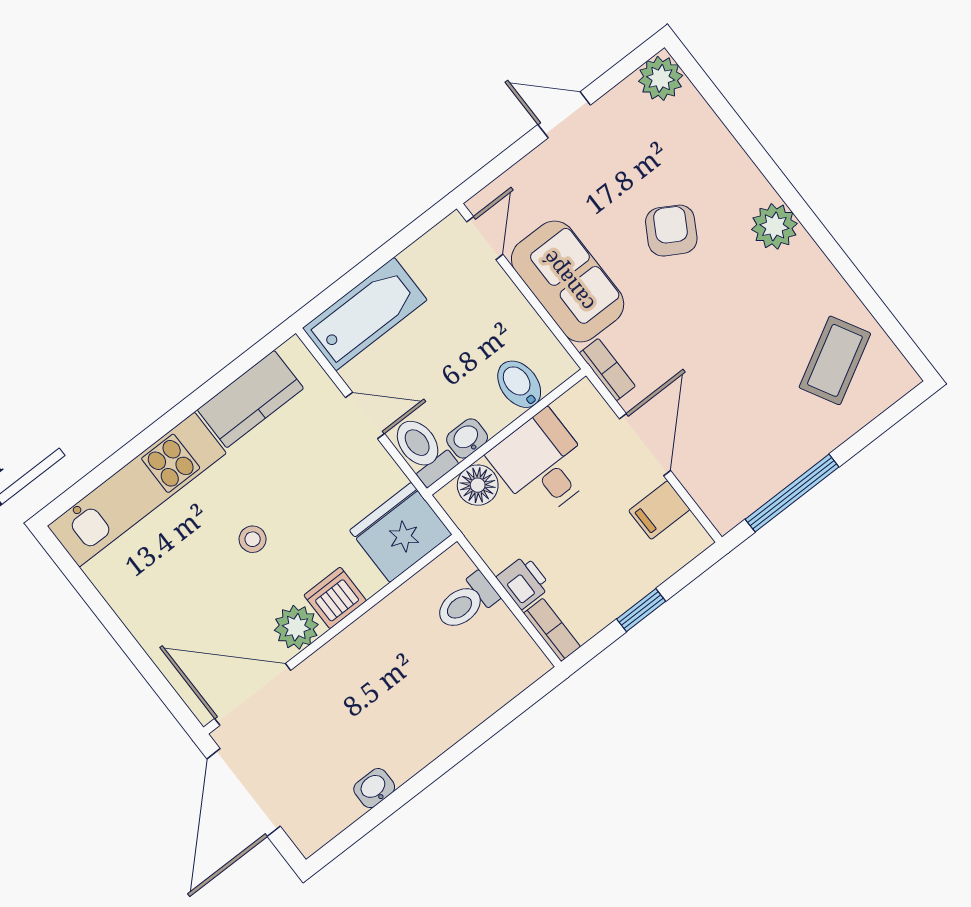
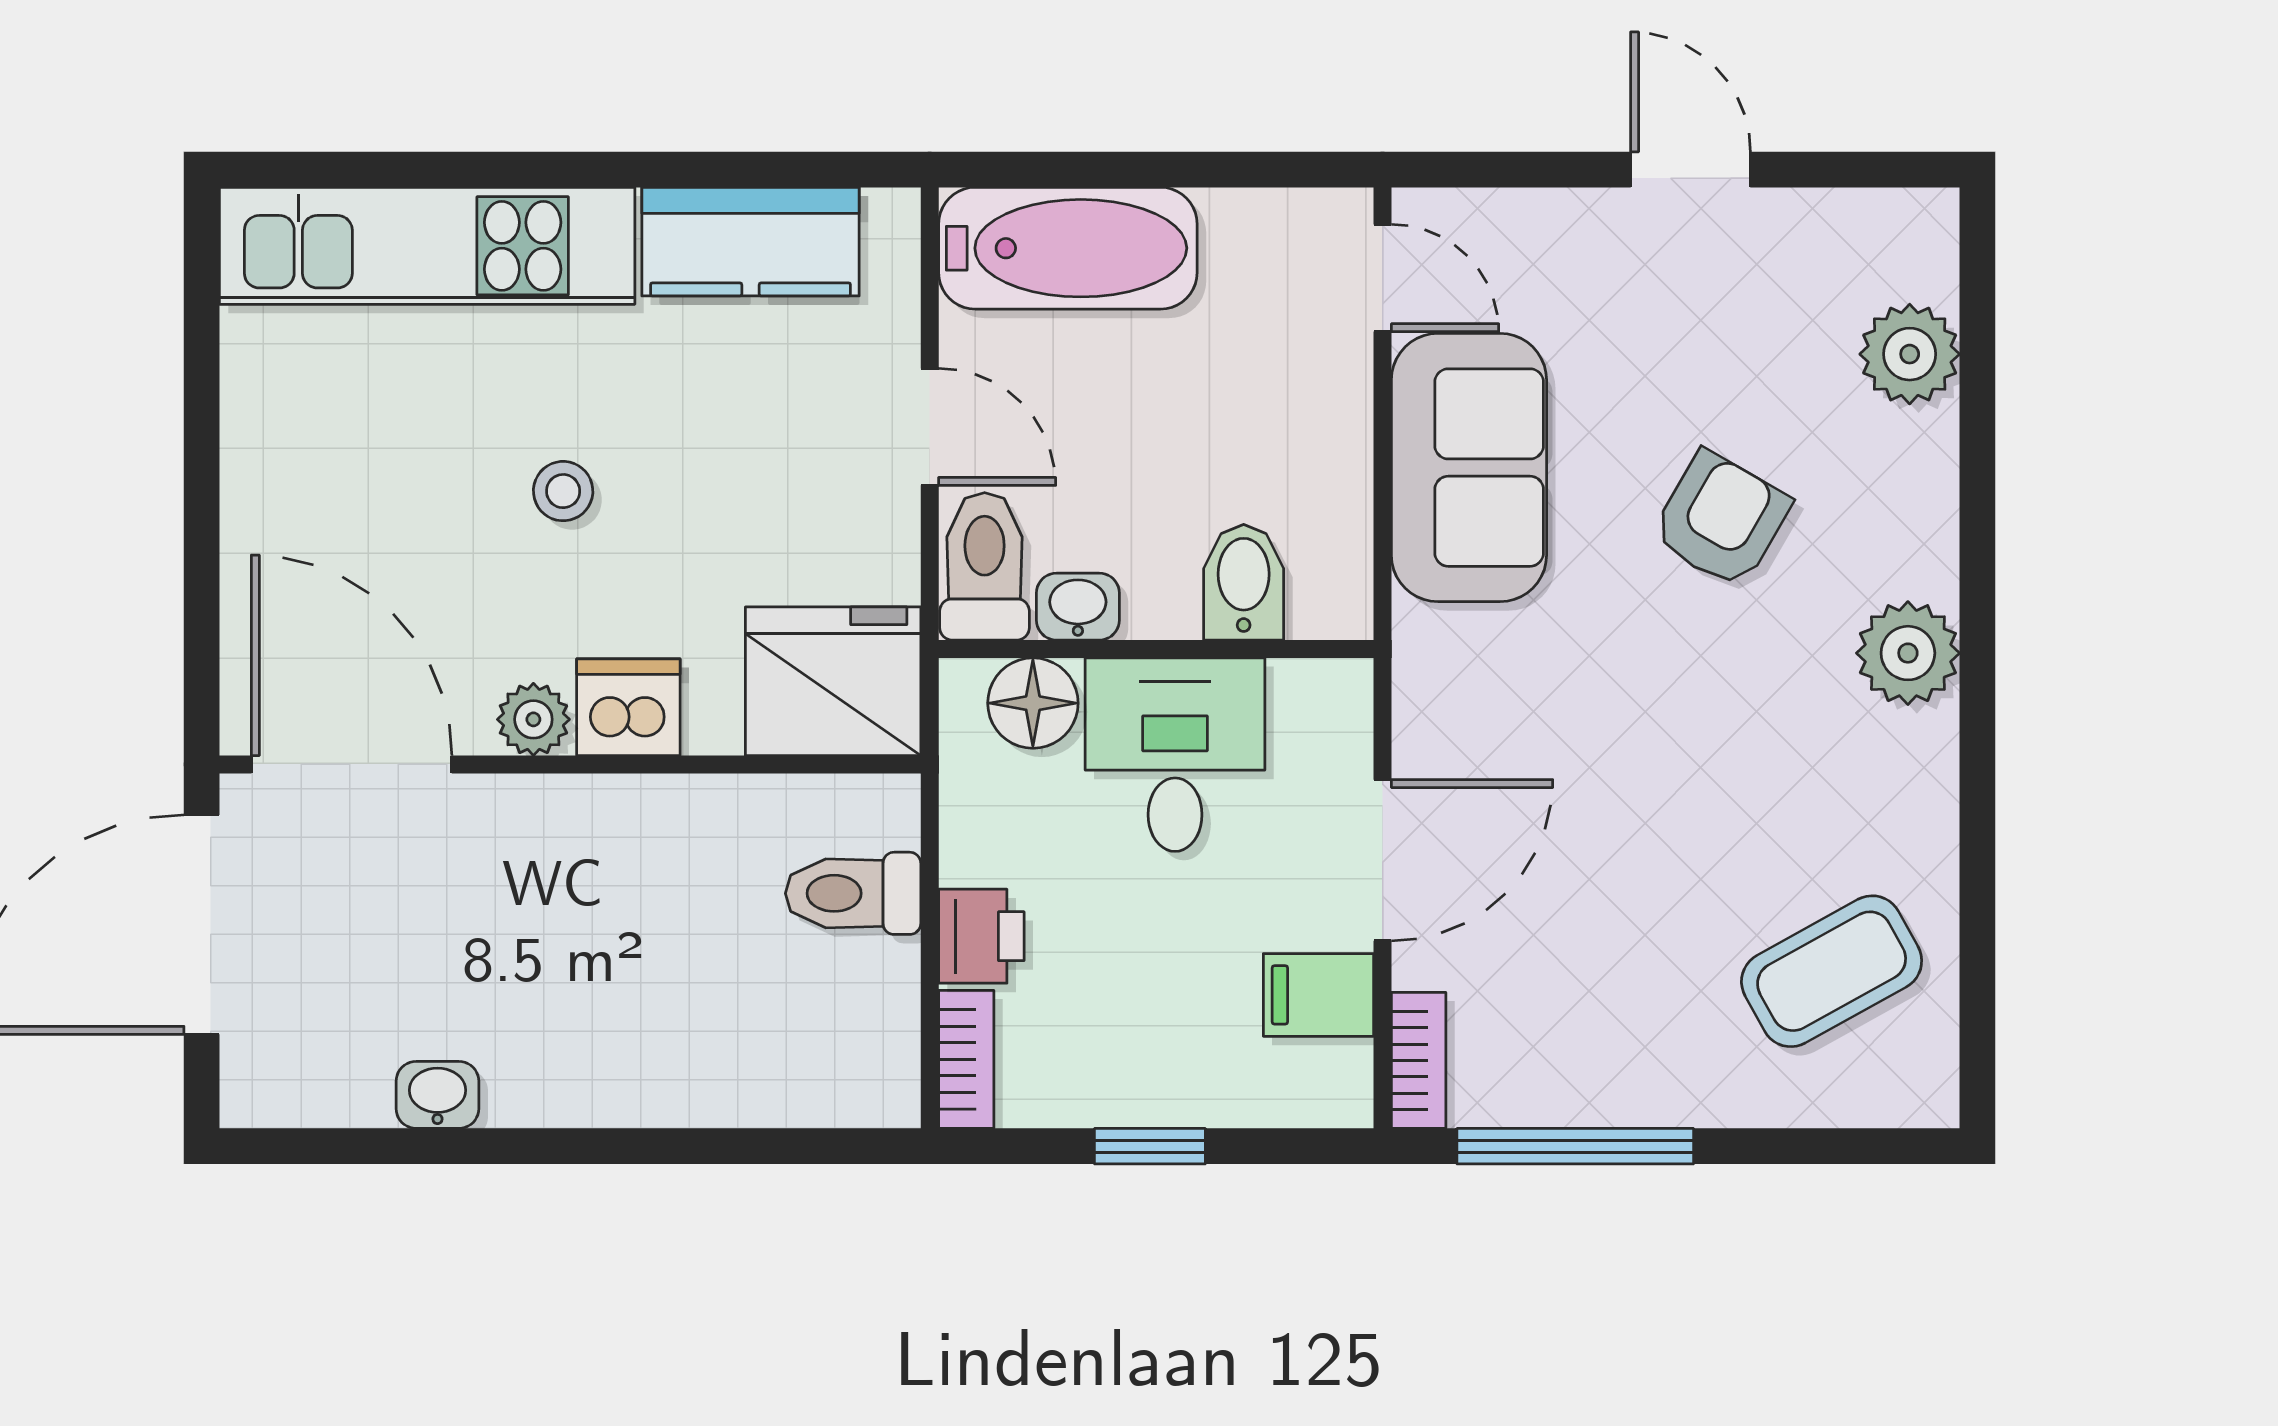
plant: (661, 78) -> (1910, 354), moved
door: (485, 238) -> (1383, 278), hinge flipped
bookcase: (607, 370) -> (1419, 1060), moved
plant: (296, 627) -> (533, 719), width x0.73, depth x0.73

